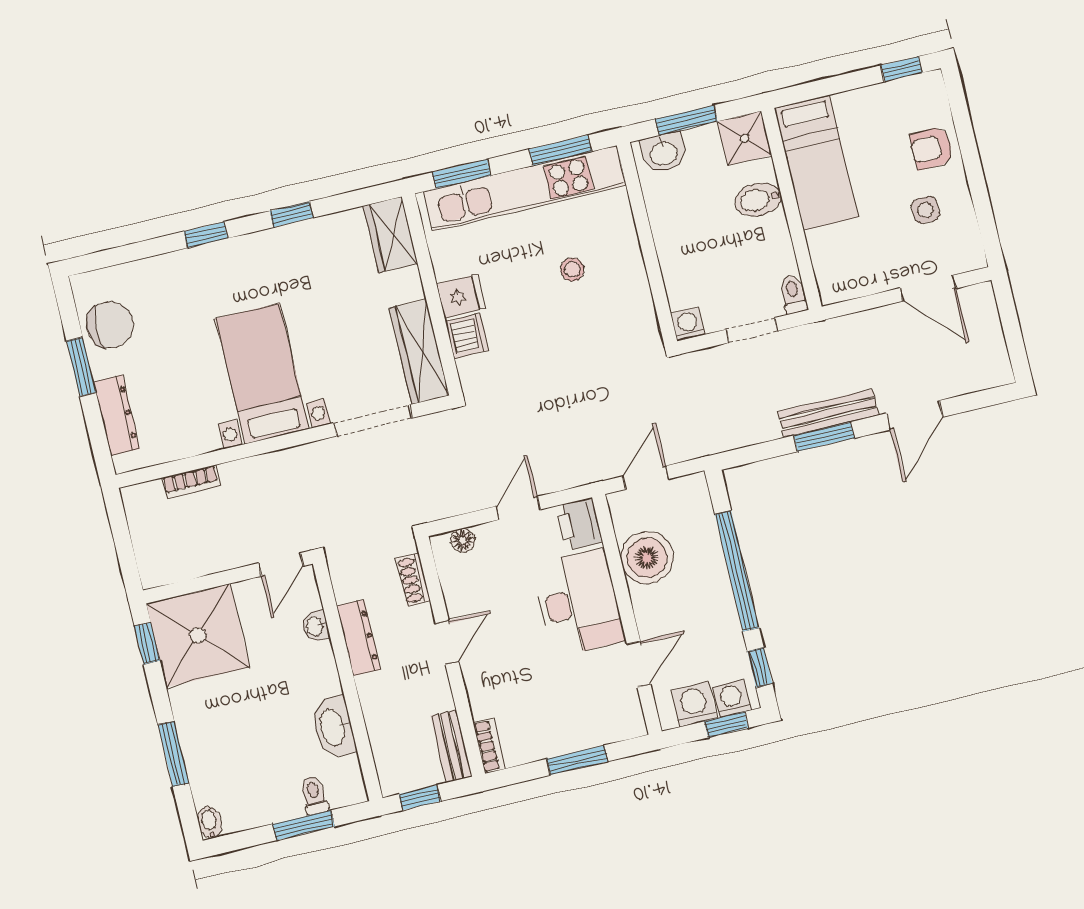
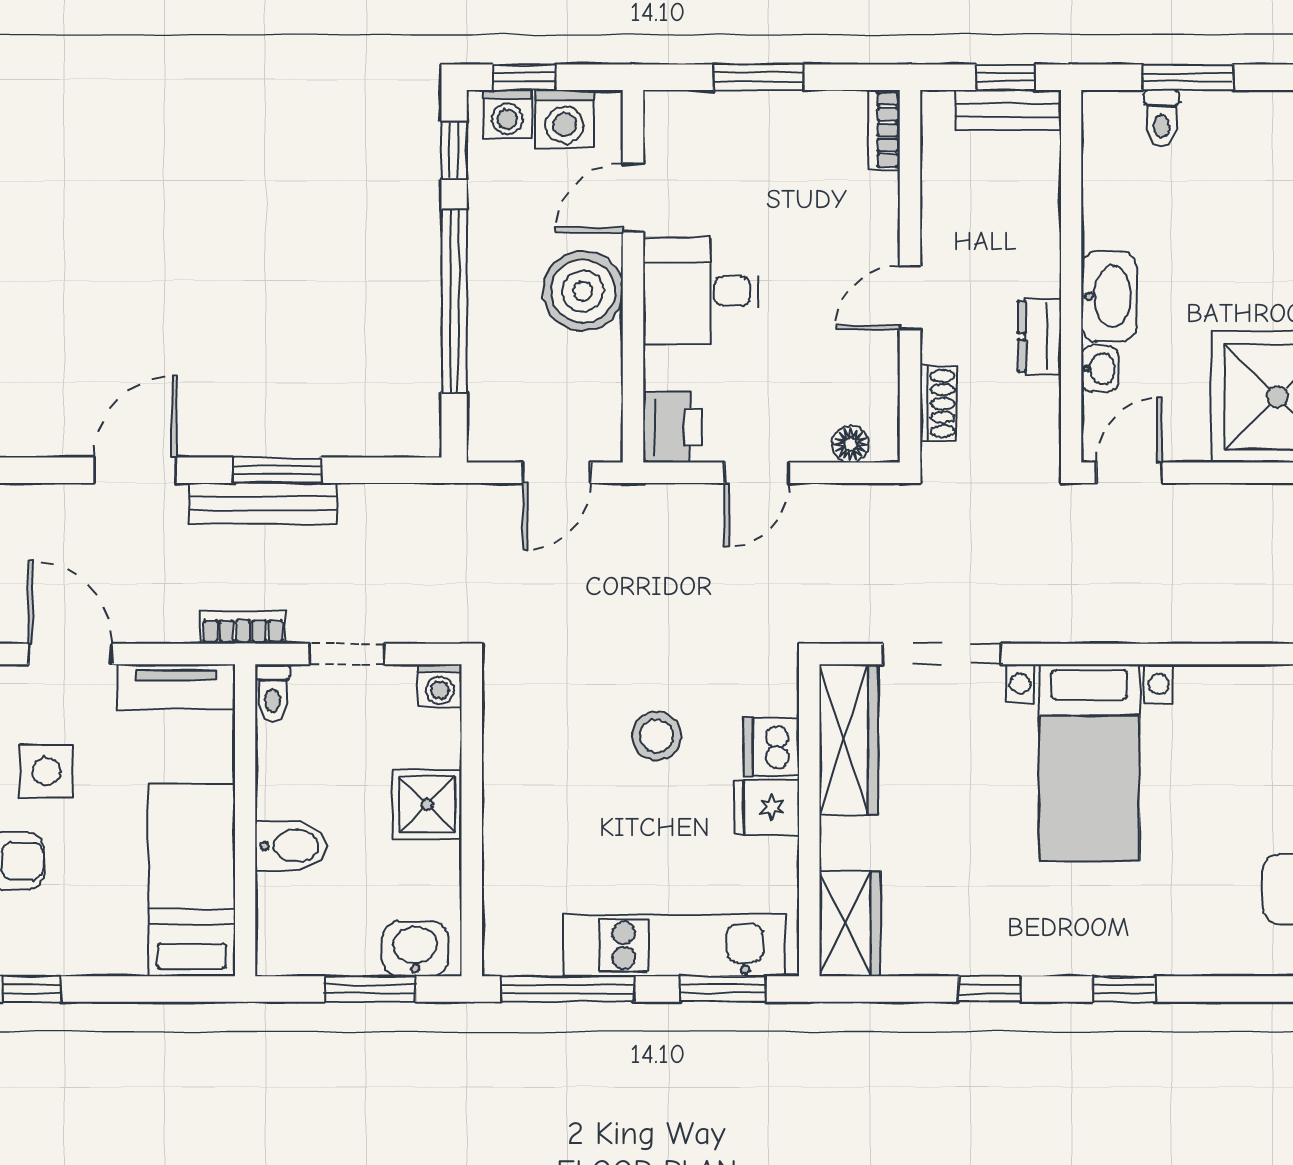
shower: (744, 138) -> (427, 804), moved
window: (560, 150) -> (567, 989), width x1.44
kitchen unit: (524, 188) -> (674, 945), width x0.73
side table: (925, 210) -> (46, 771), width x1.37, depth x1.37
stool: (572, 269) -> (657, 736), moved, width x1.37, depth x1.37
tv unit: (856, 284) -> (176, 687), added
bookcase: (191, 482) -> (243, 627), moved
boiler: (647, 558) -> (583, 291), moved
desk: (578, 603) -> (701, 291), width x0.73
dresser: (359, 638) -> (1039, 336), width x0.70
washbasin: (333, 727) -> (1109, 296), moved
bench: (451, 746) -> (1008, 110), moved, turned 90

